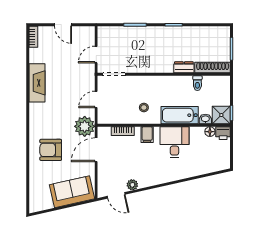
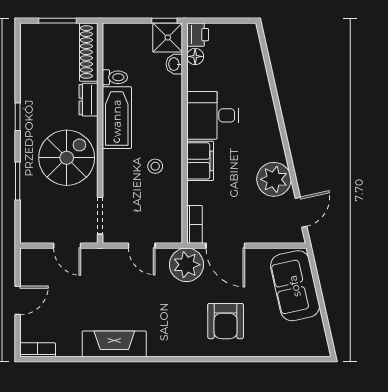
spiral stairs: (149, 54) -> (67, 158), added
bathtub: (180, 115) -> (117, 118), moved, turned 180
bookcase: (123, 131) -> (194, 224), moved
filing cabinet: (147, 135) -> (200, 161), width x2.00
plant: (132, 185) -> (274, 179), width x1.87, depth x1.87

